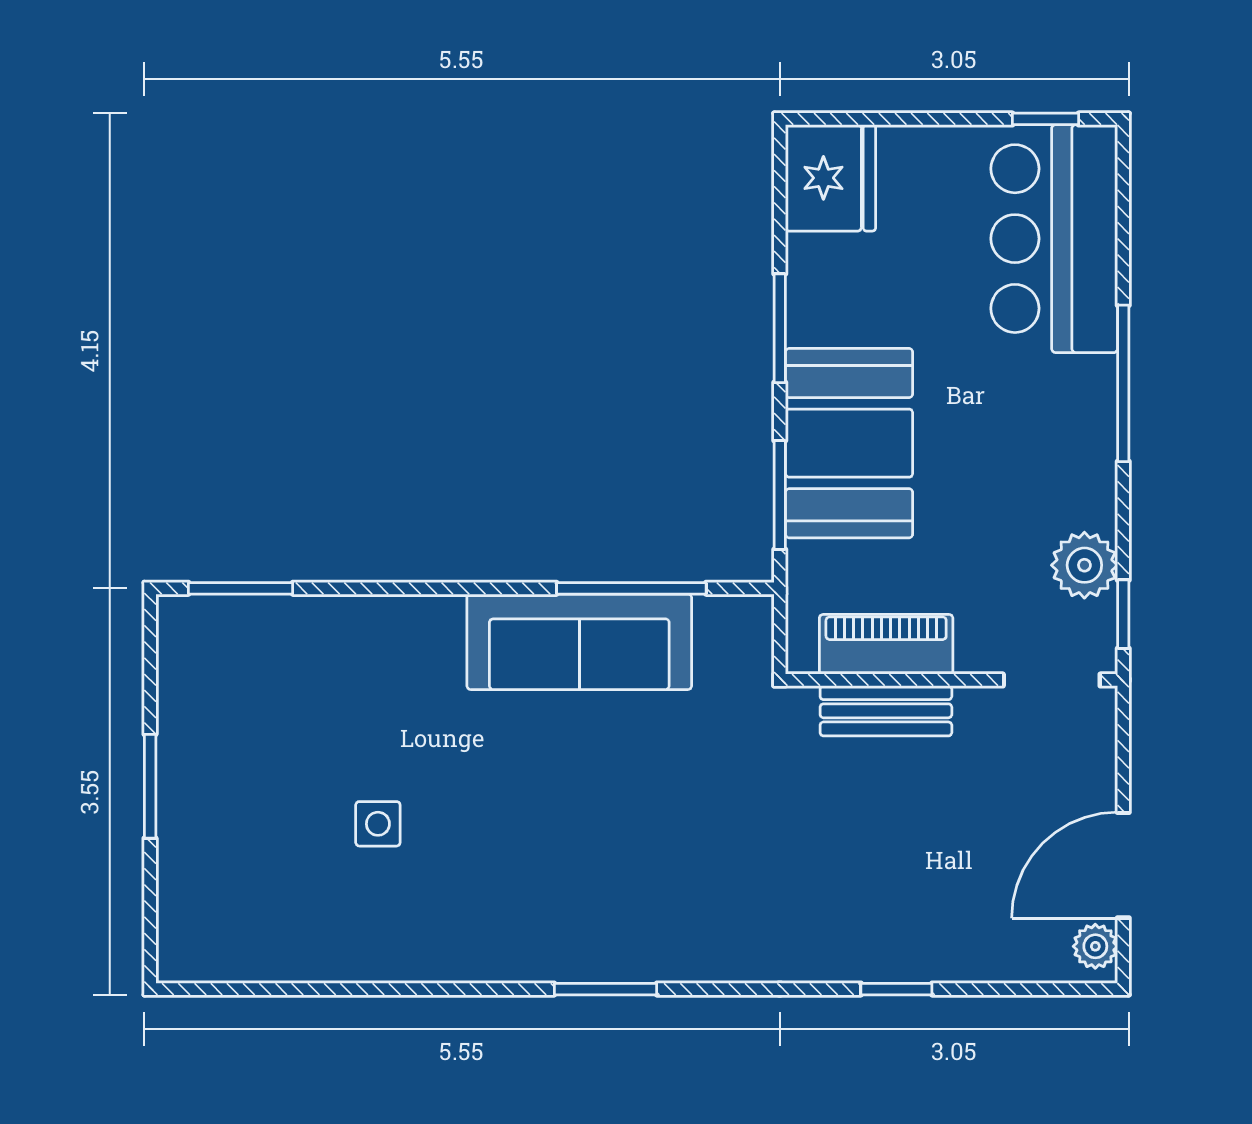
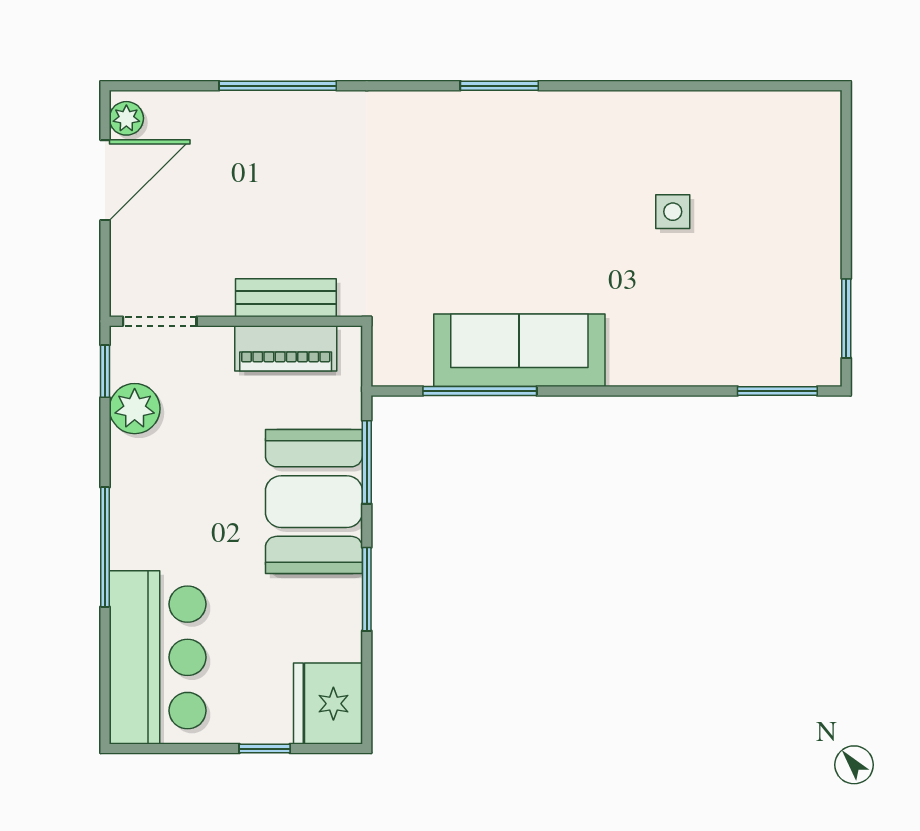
window: (1045, 119) -> (265, 749), moved
window: (150, 786) -> (846, 318), moved
window: (896, 989) -> (278, 86), width x2.17

